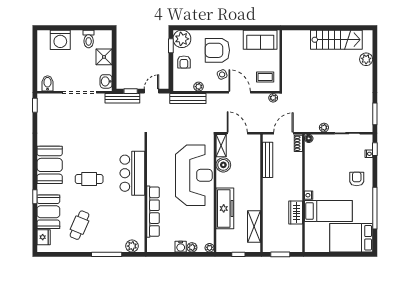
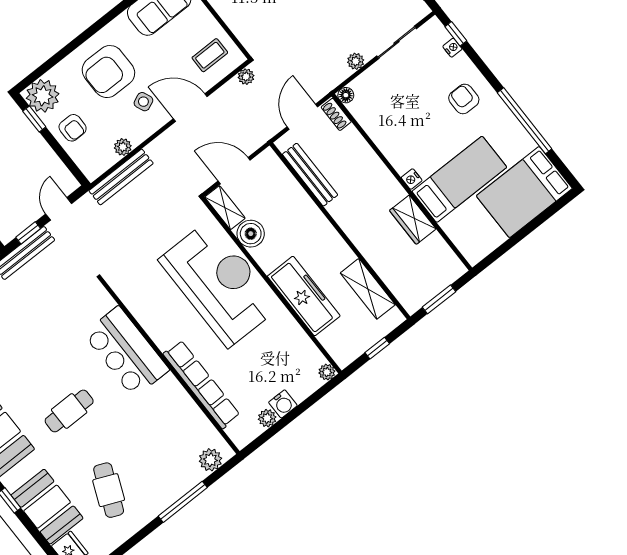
plant: (192, 247) -> (267, 418), moved

